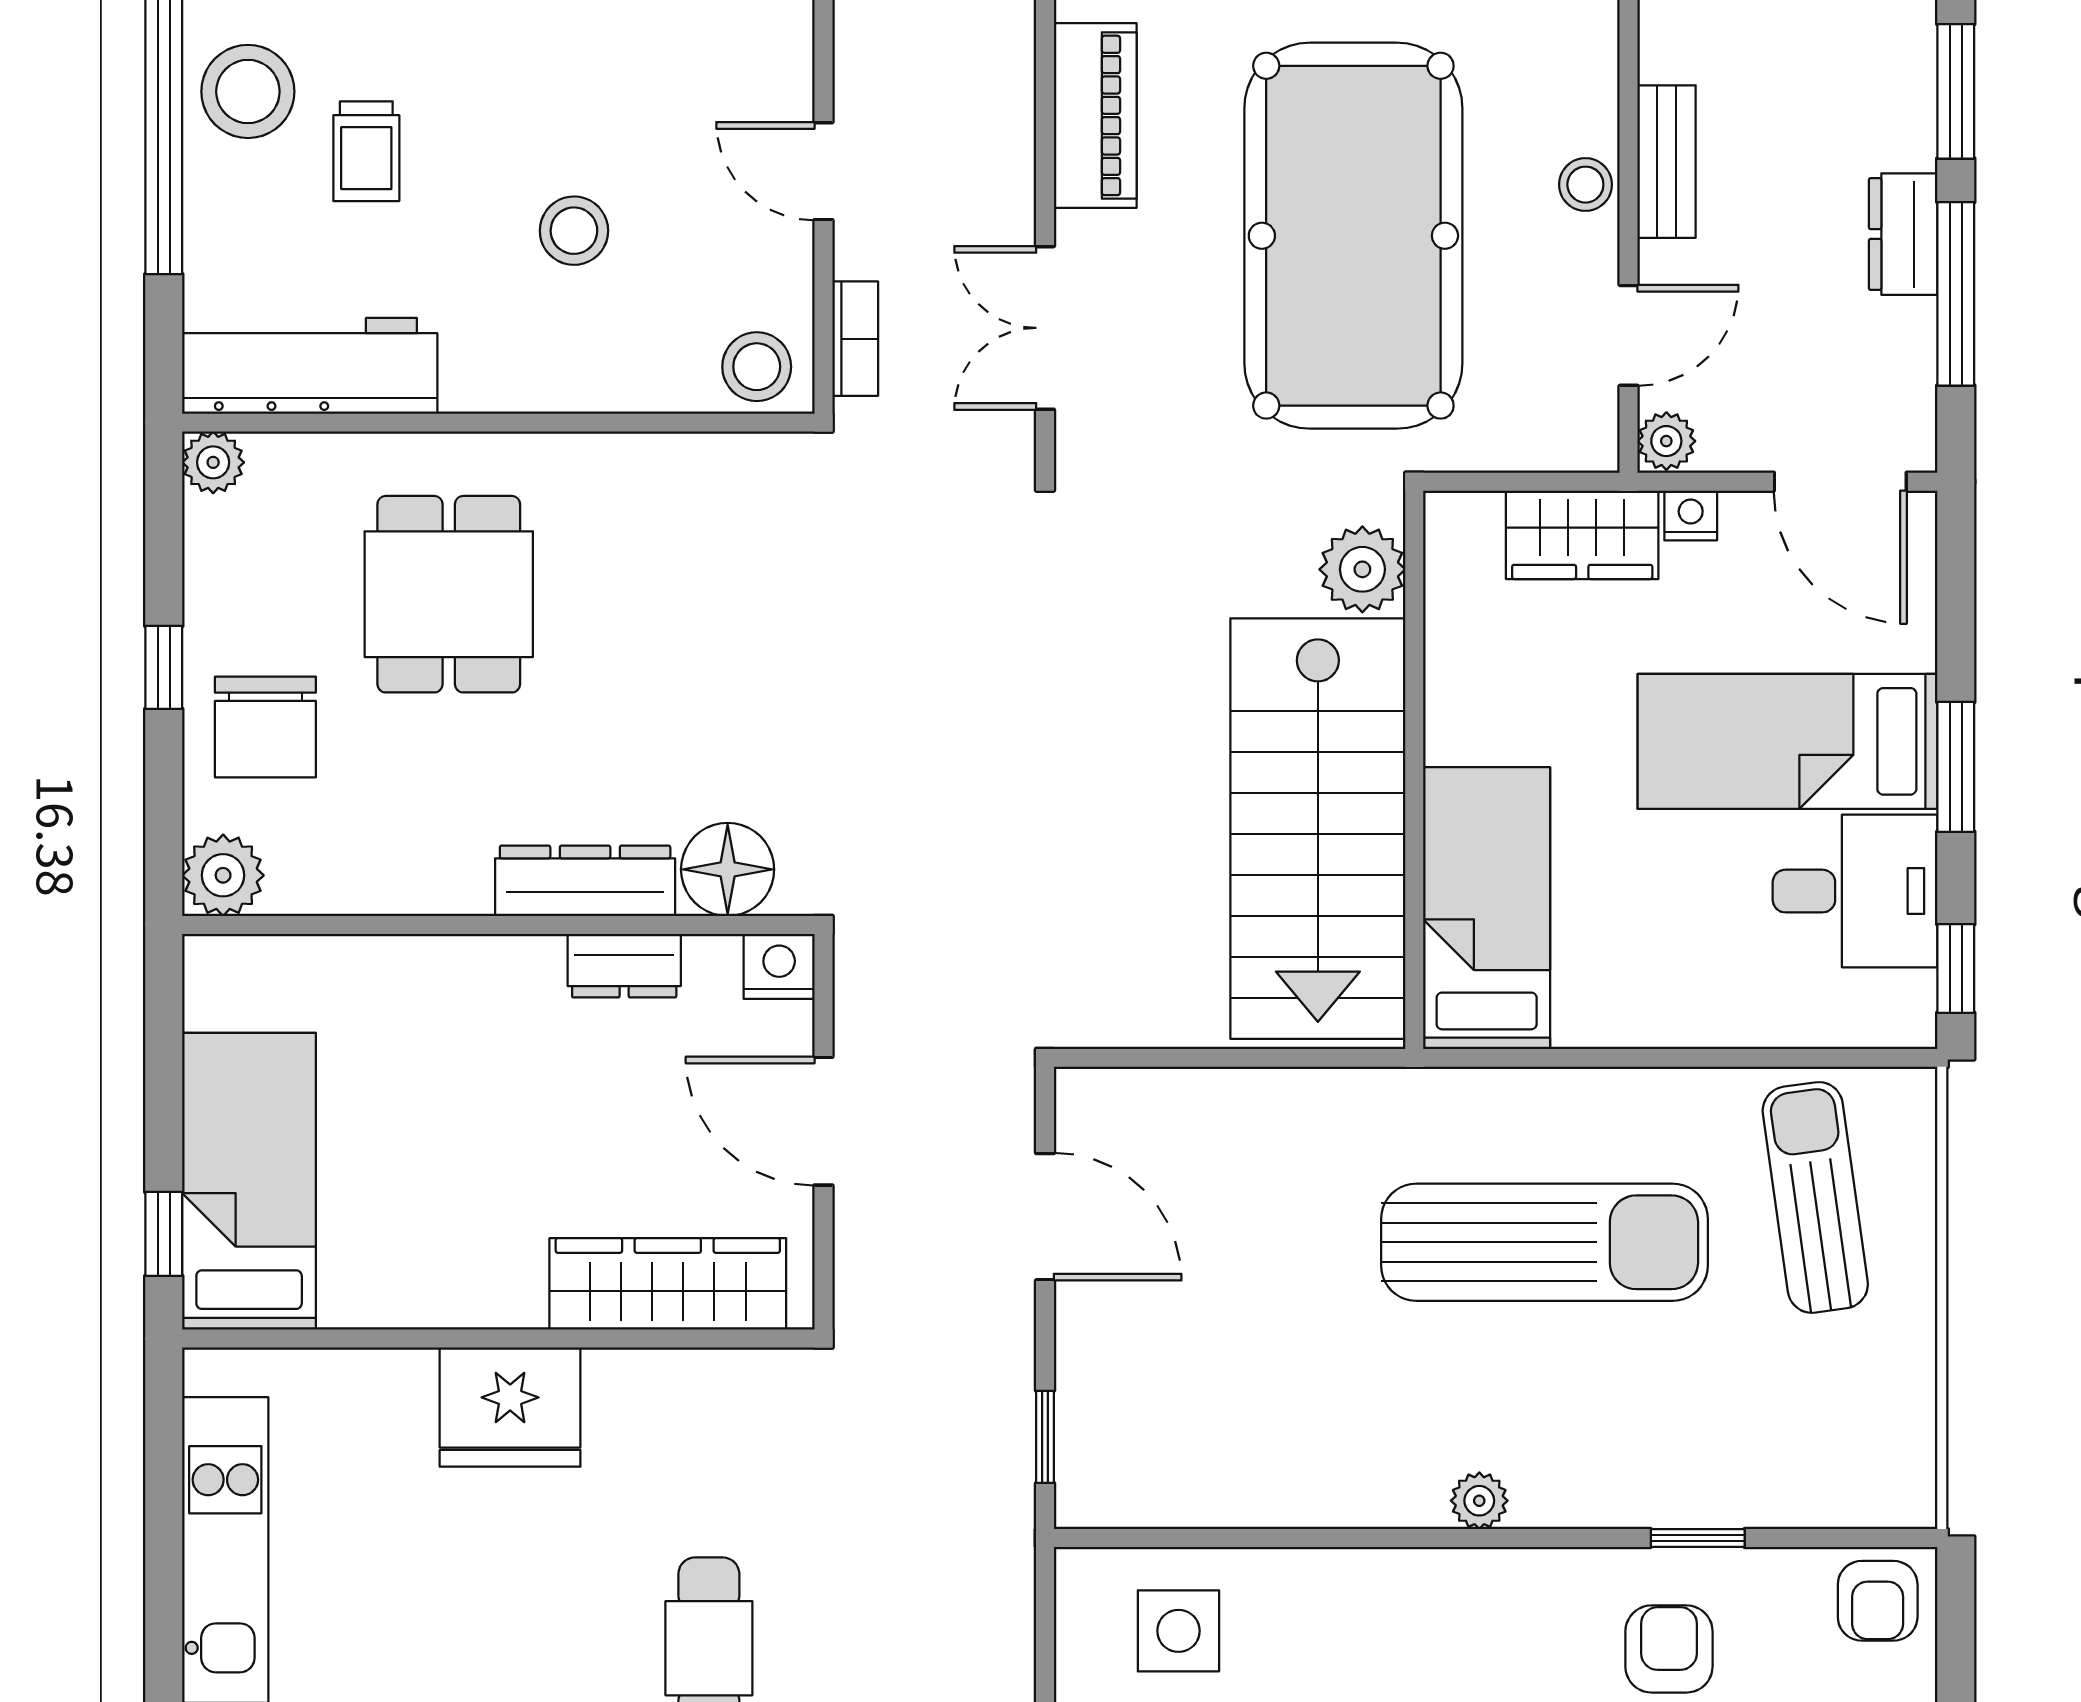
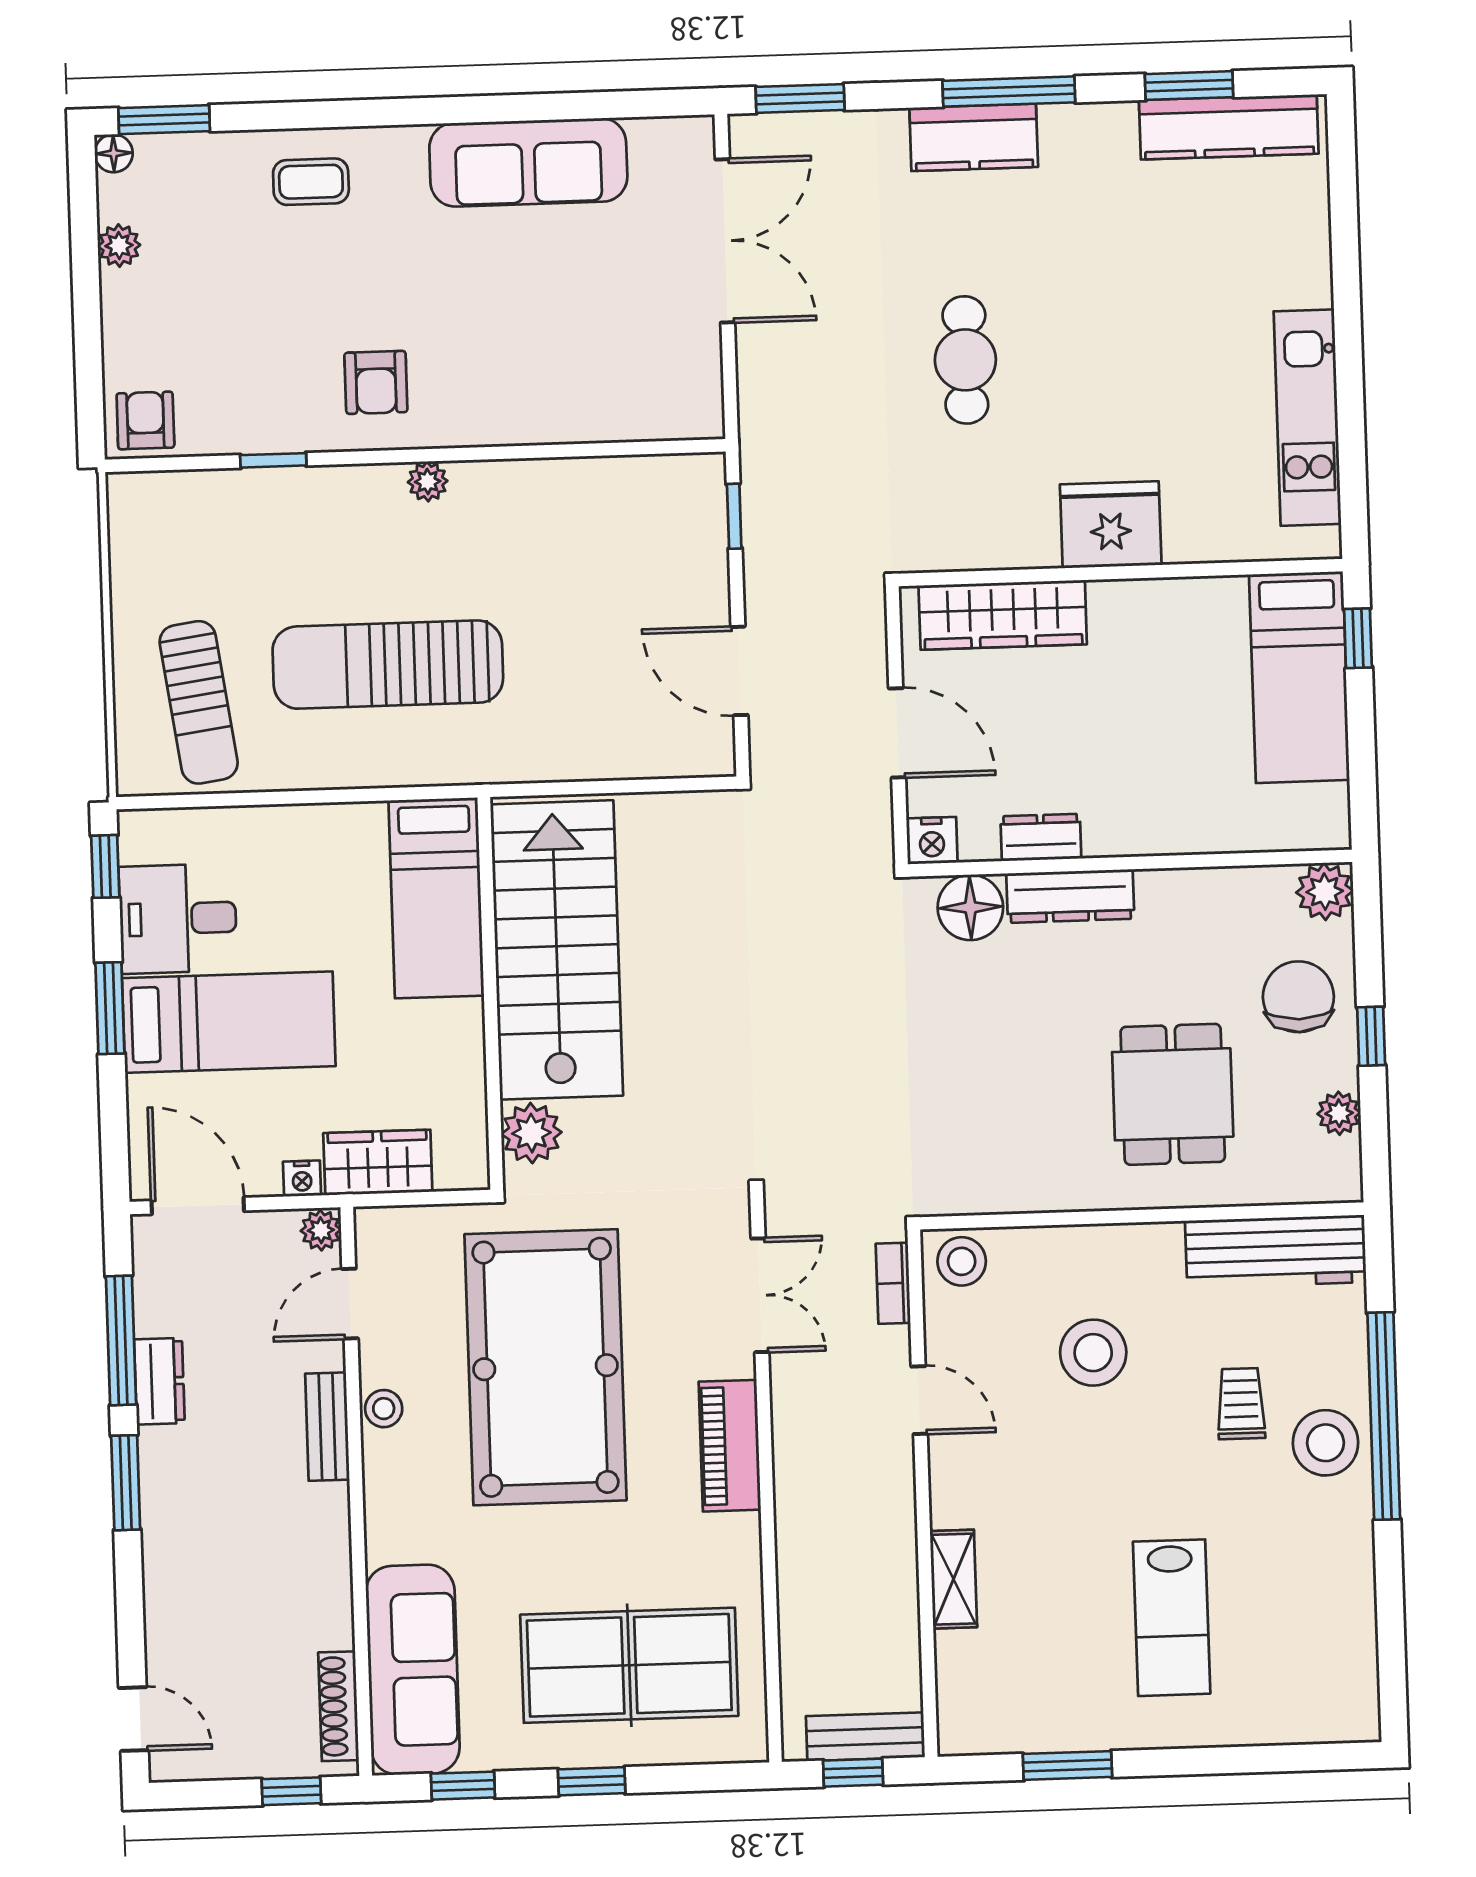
stool: (574, 231) -> (1093, 1353), width x1.38, depth x1.38
plant: (213, 462) -> (1339, 1113), moved
side table: (1178, 1631) -> (636, 383), removed
armchair: (1669, 1649) -> (376, 382), moved

